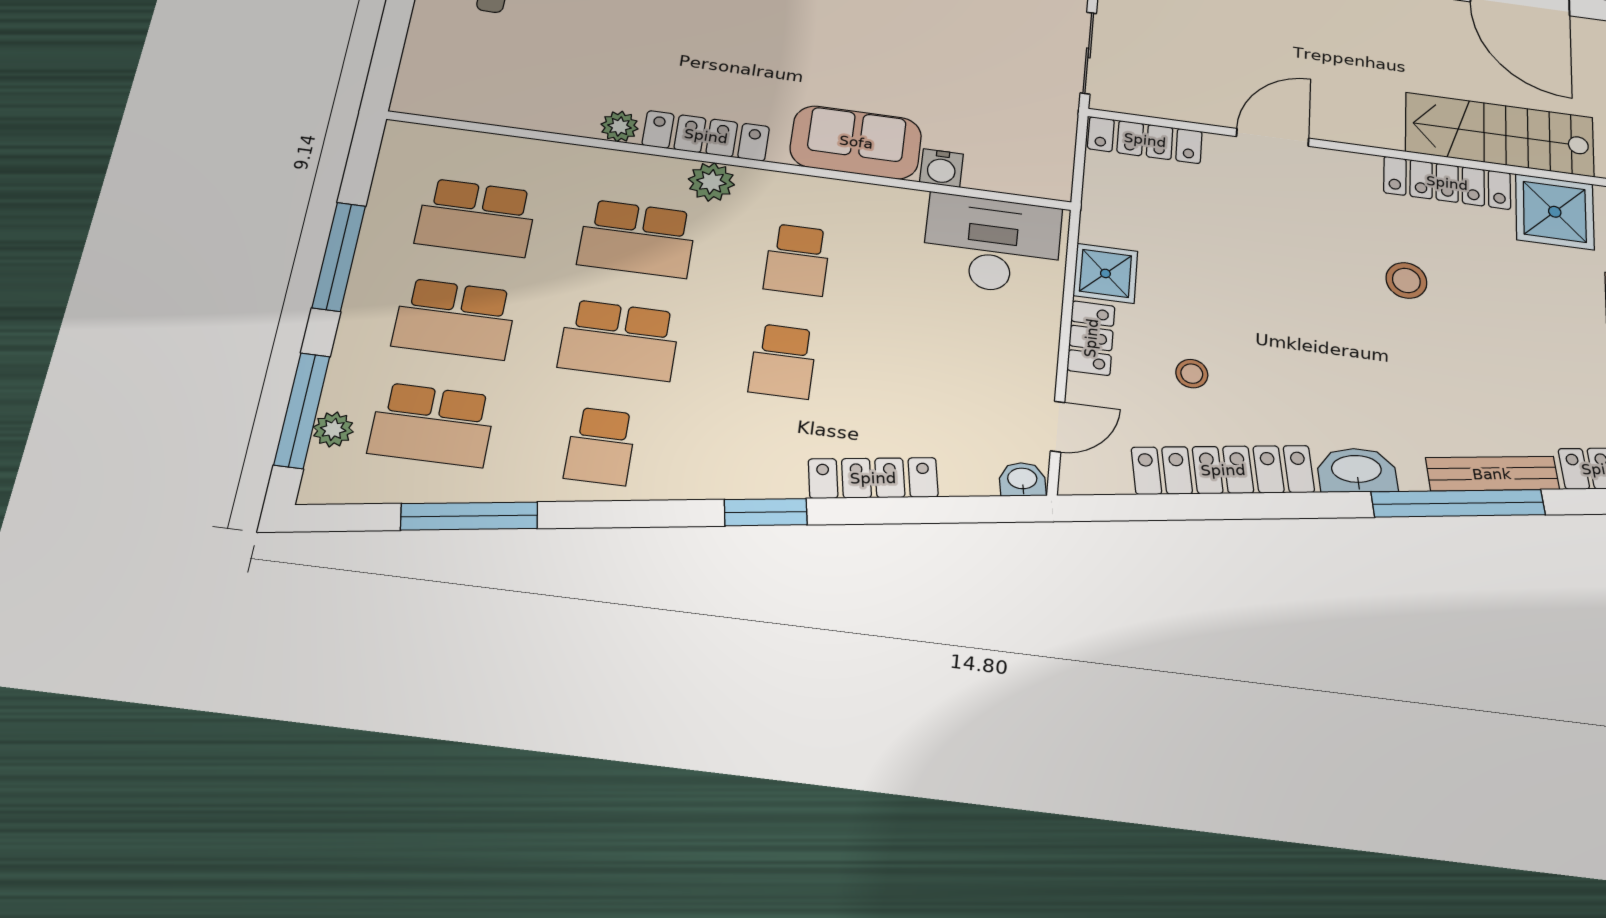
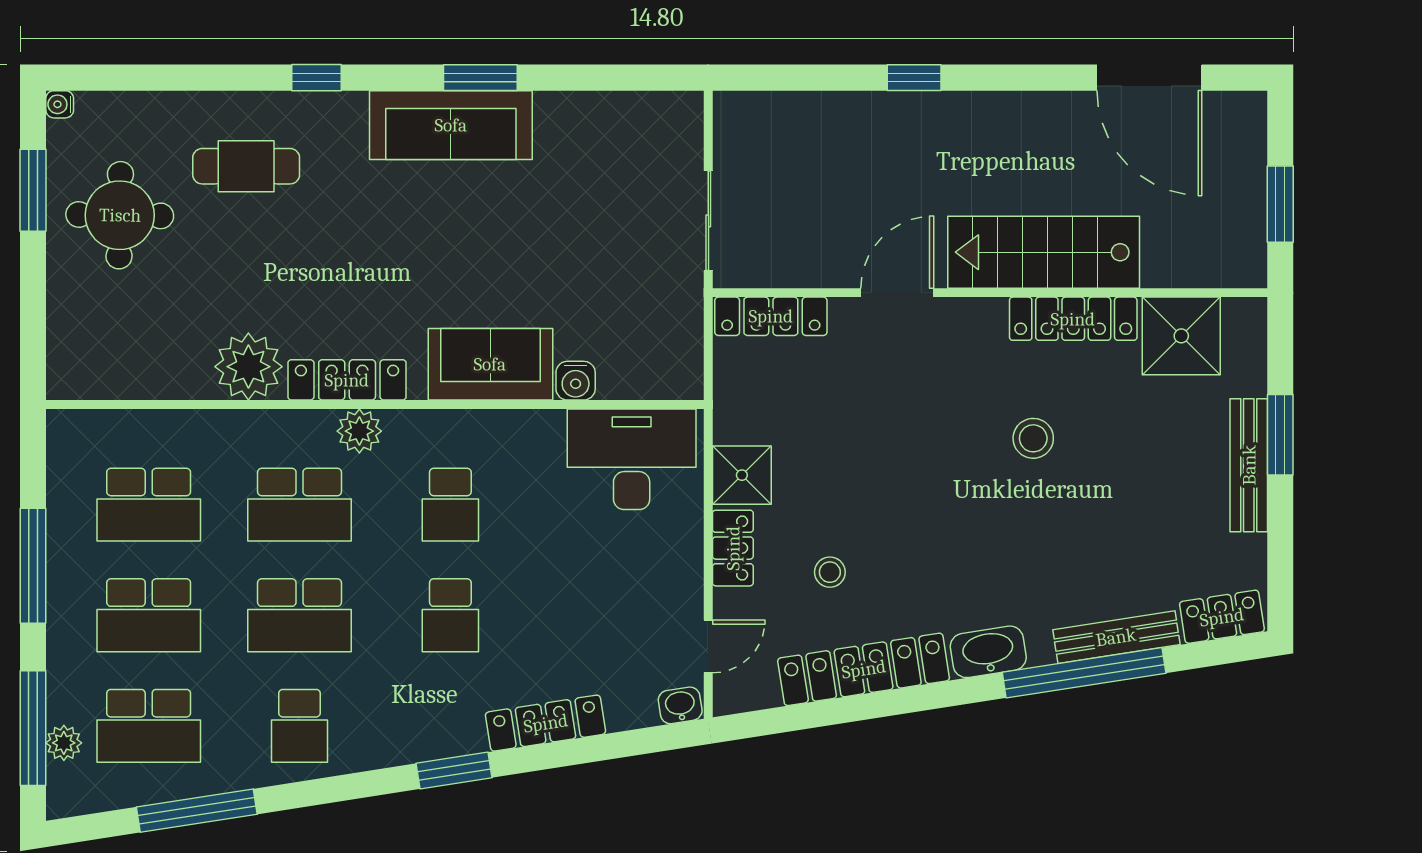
plant: (620, 126) -> (248, 367), width x1.87, depth x1.87
stairs: (1500, 135) -> (1044, 252), moved

